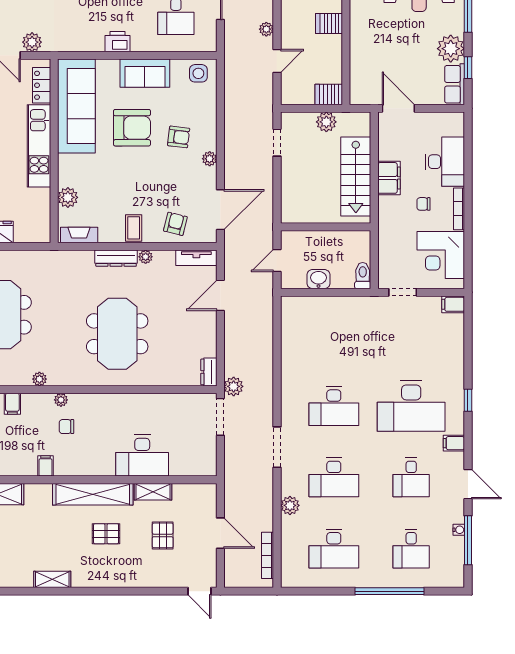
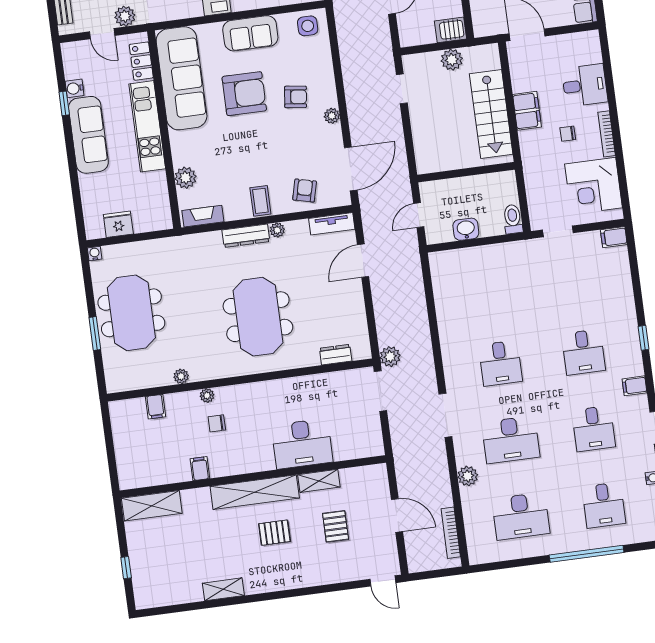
desk: (445, 162) -> (585, 85), width x0.73
dresser: (209, 372) -> (336, 355), moved, turned 90
desk: (334, 406) -> (500, 363), width x0.73
desk: (411, 406) -> (583, 352), width x0.53, depth x0.77

